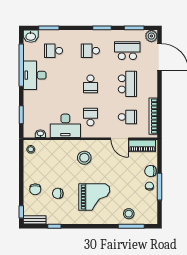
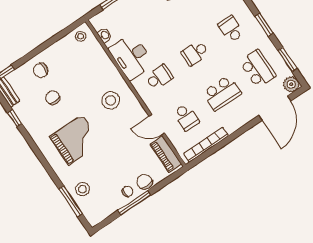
door: (120, 139) -> (157, 125), hinge flipped
grand piano: (94, 197) -> (75, 140), turned -90

